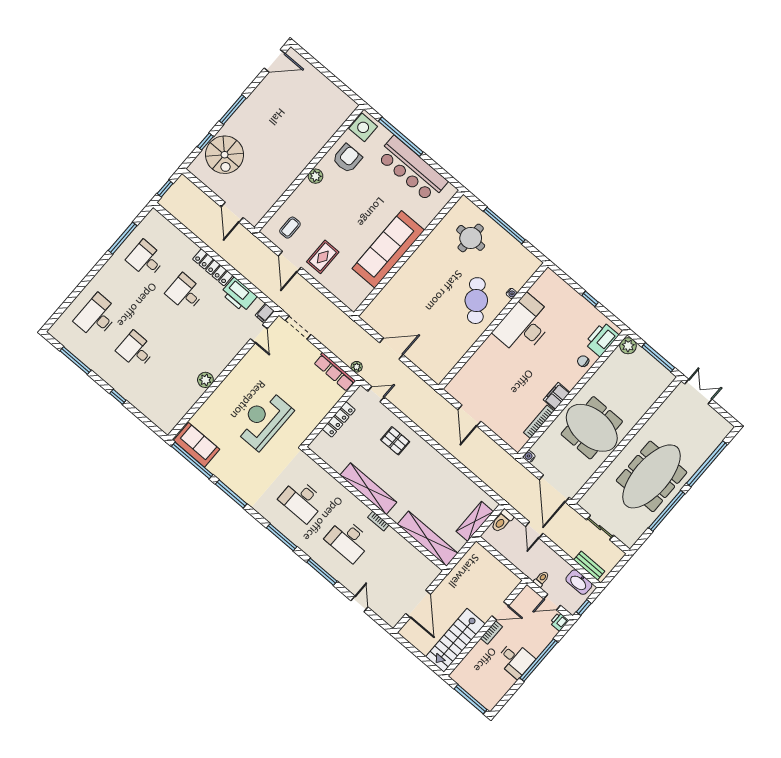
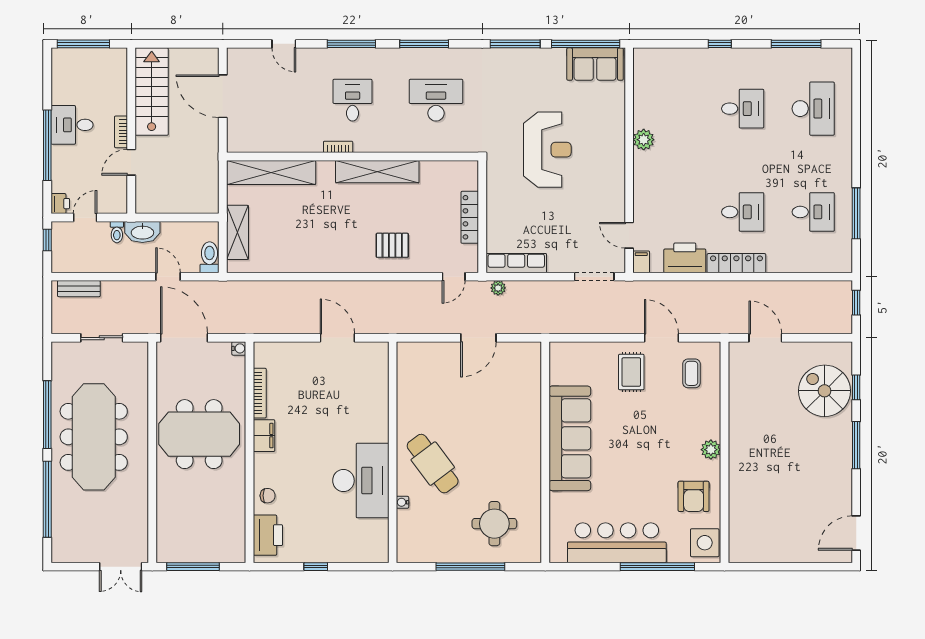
plant: (628, 346) -> (235, 552), removed
desk: (348, 540) -> (353, 100), width x0.73
washbasin: (579, 582) -> (142, 232), moved, turned 180

